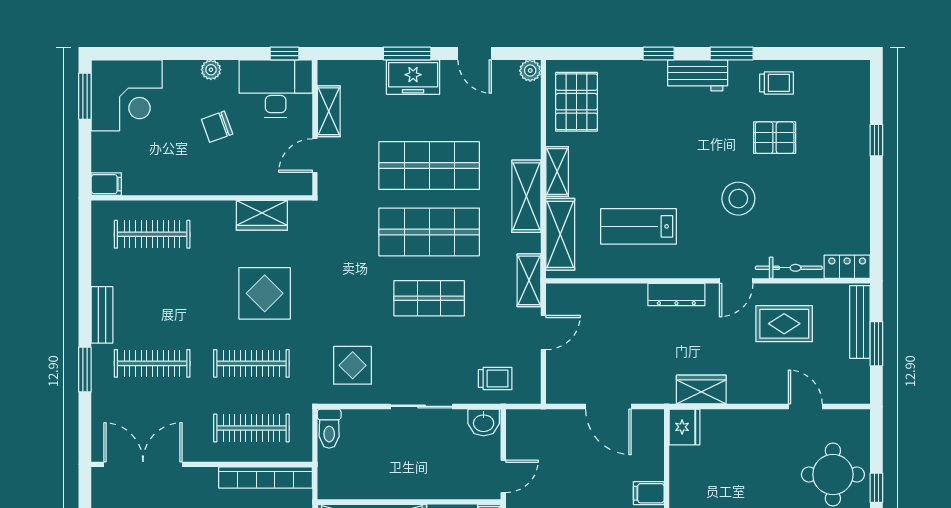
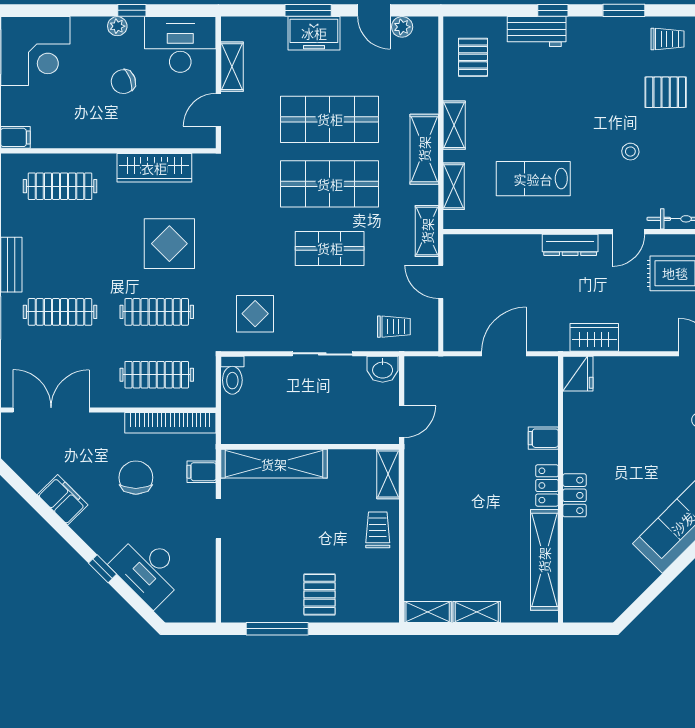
window: (285, 54) -> (132, 10), moved
plant: (530, 71) -> (402, 27), moved
workbench: (698, 75) -> (537, 32), moved
pallet: (577, 102) -> (473, 57), width x0.67, depth x0.71
stool: (738, 199) -> (630, 152), width x0.53, depth x0.53
wardrobe: (262, 215) -> (154, 168), width x1.50
shelving: (560, 234) -> (454, 186), width x0.67, depth x0.75
door: (543, 332) -> (441, 282), swing flipped
door: (608, 406) -> (504, 354), swing flipped

